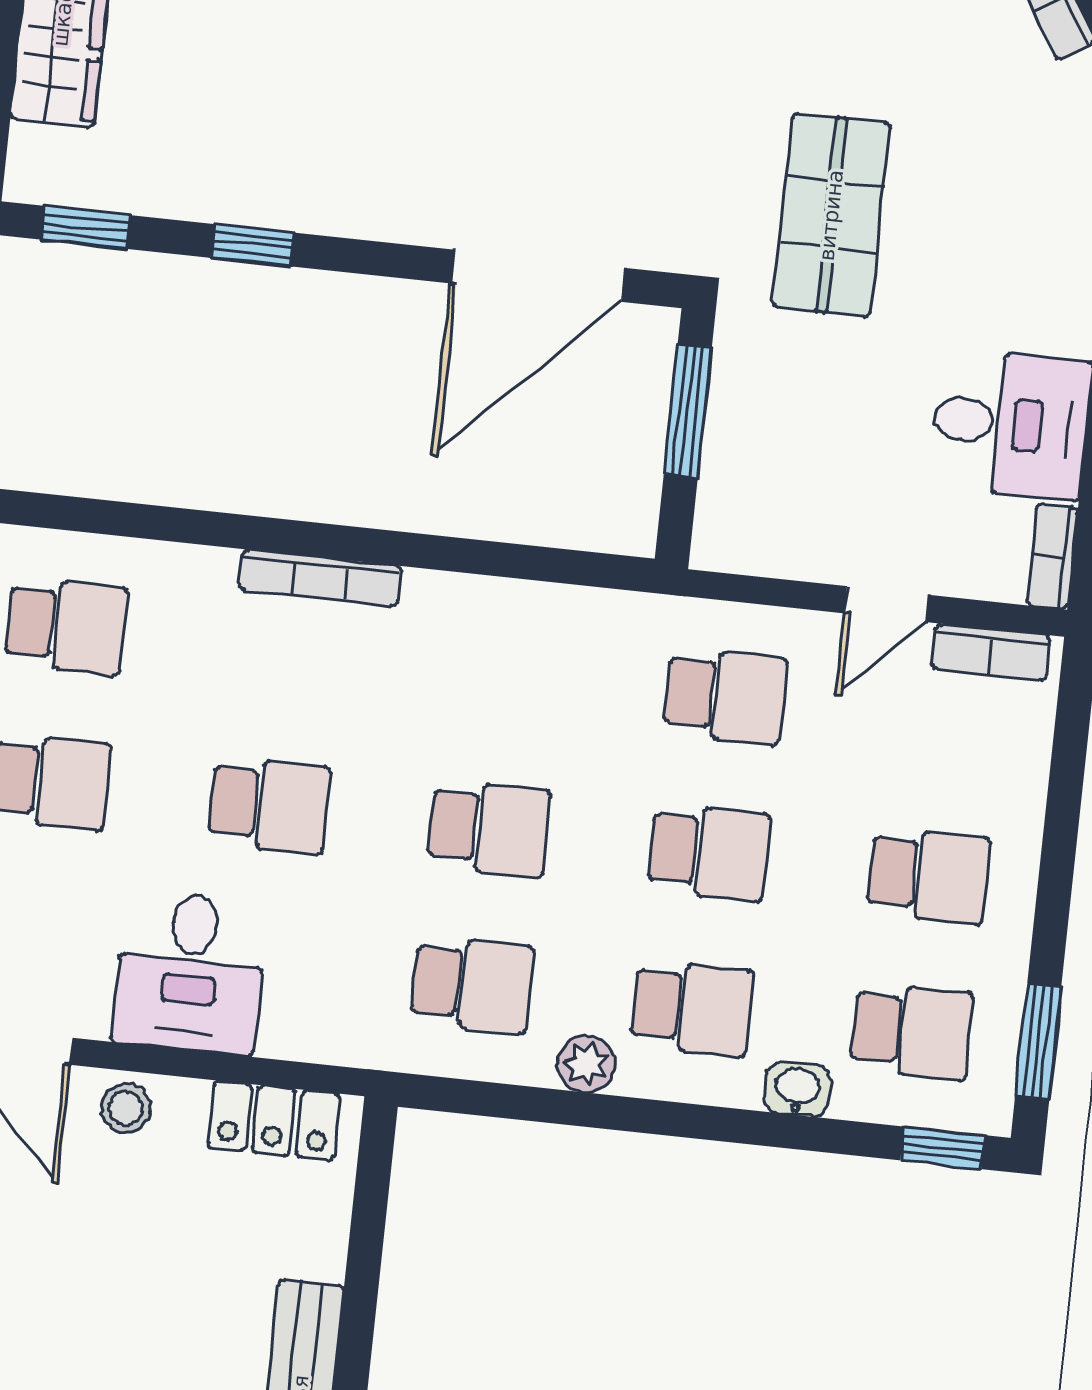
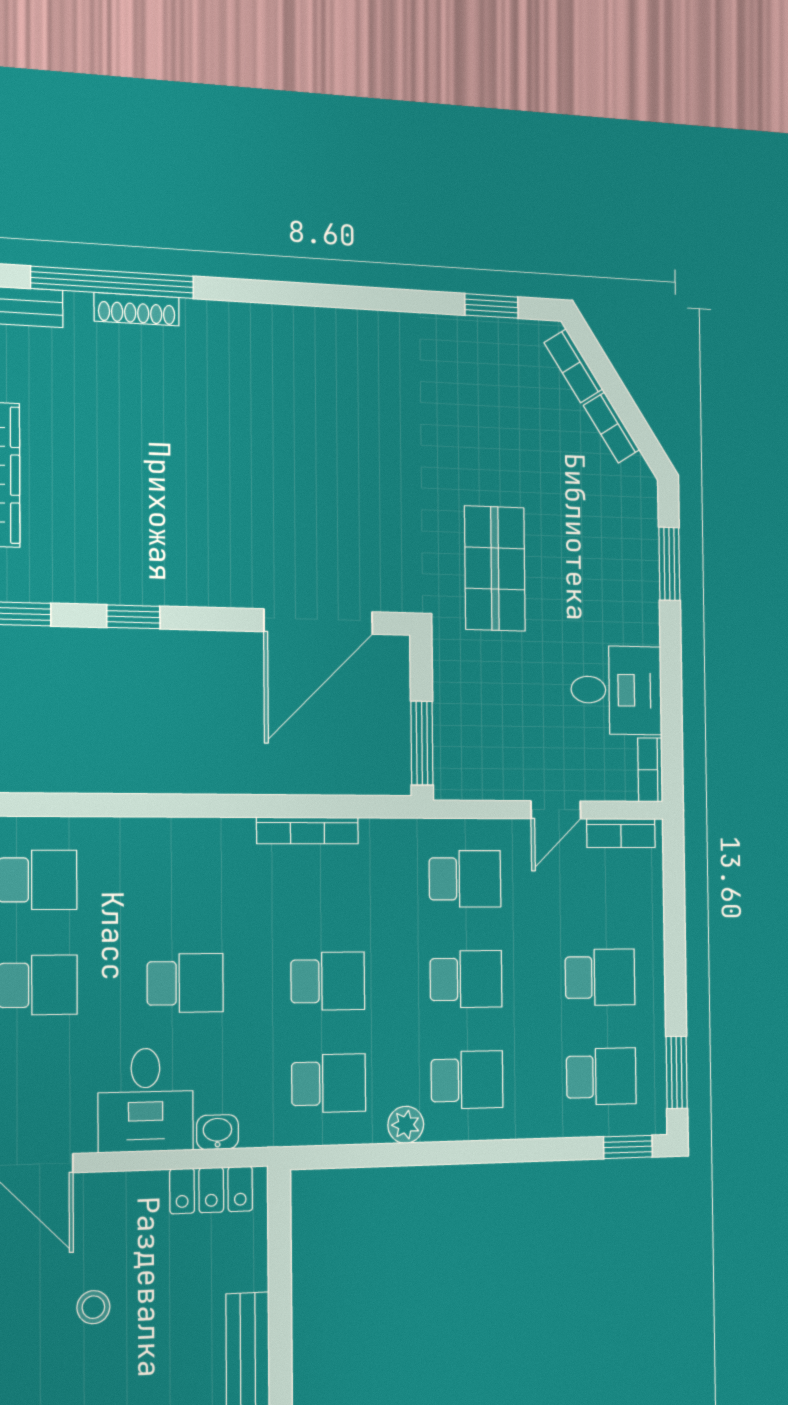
window: (688, 411) -> (422, 743), moved
bookcase: (320, 578) -> (307, 831), moved
washbasin: (798, 1089) -> (217, 1132), moved
stool: (126, 1108) -> (93, 1307), moved

